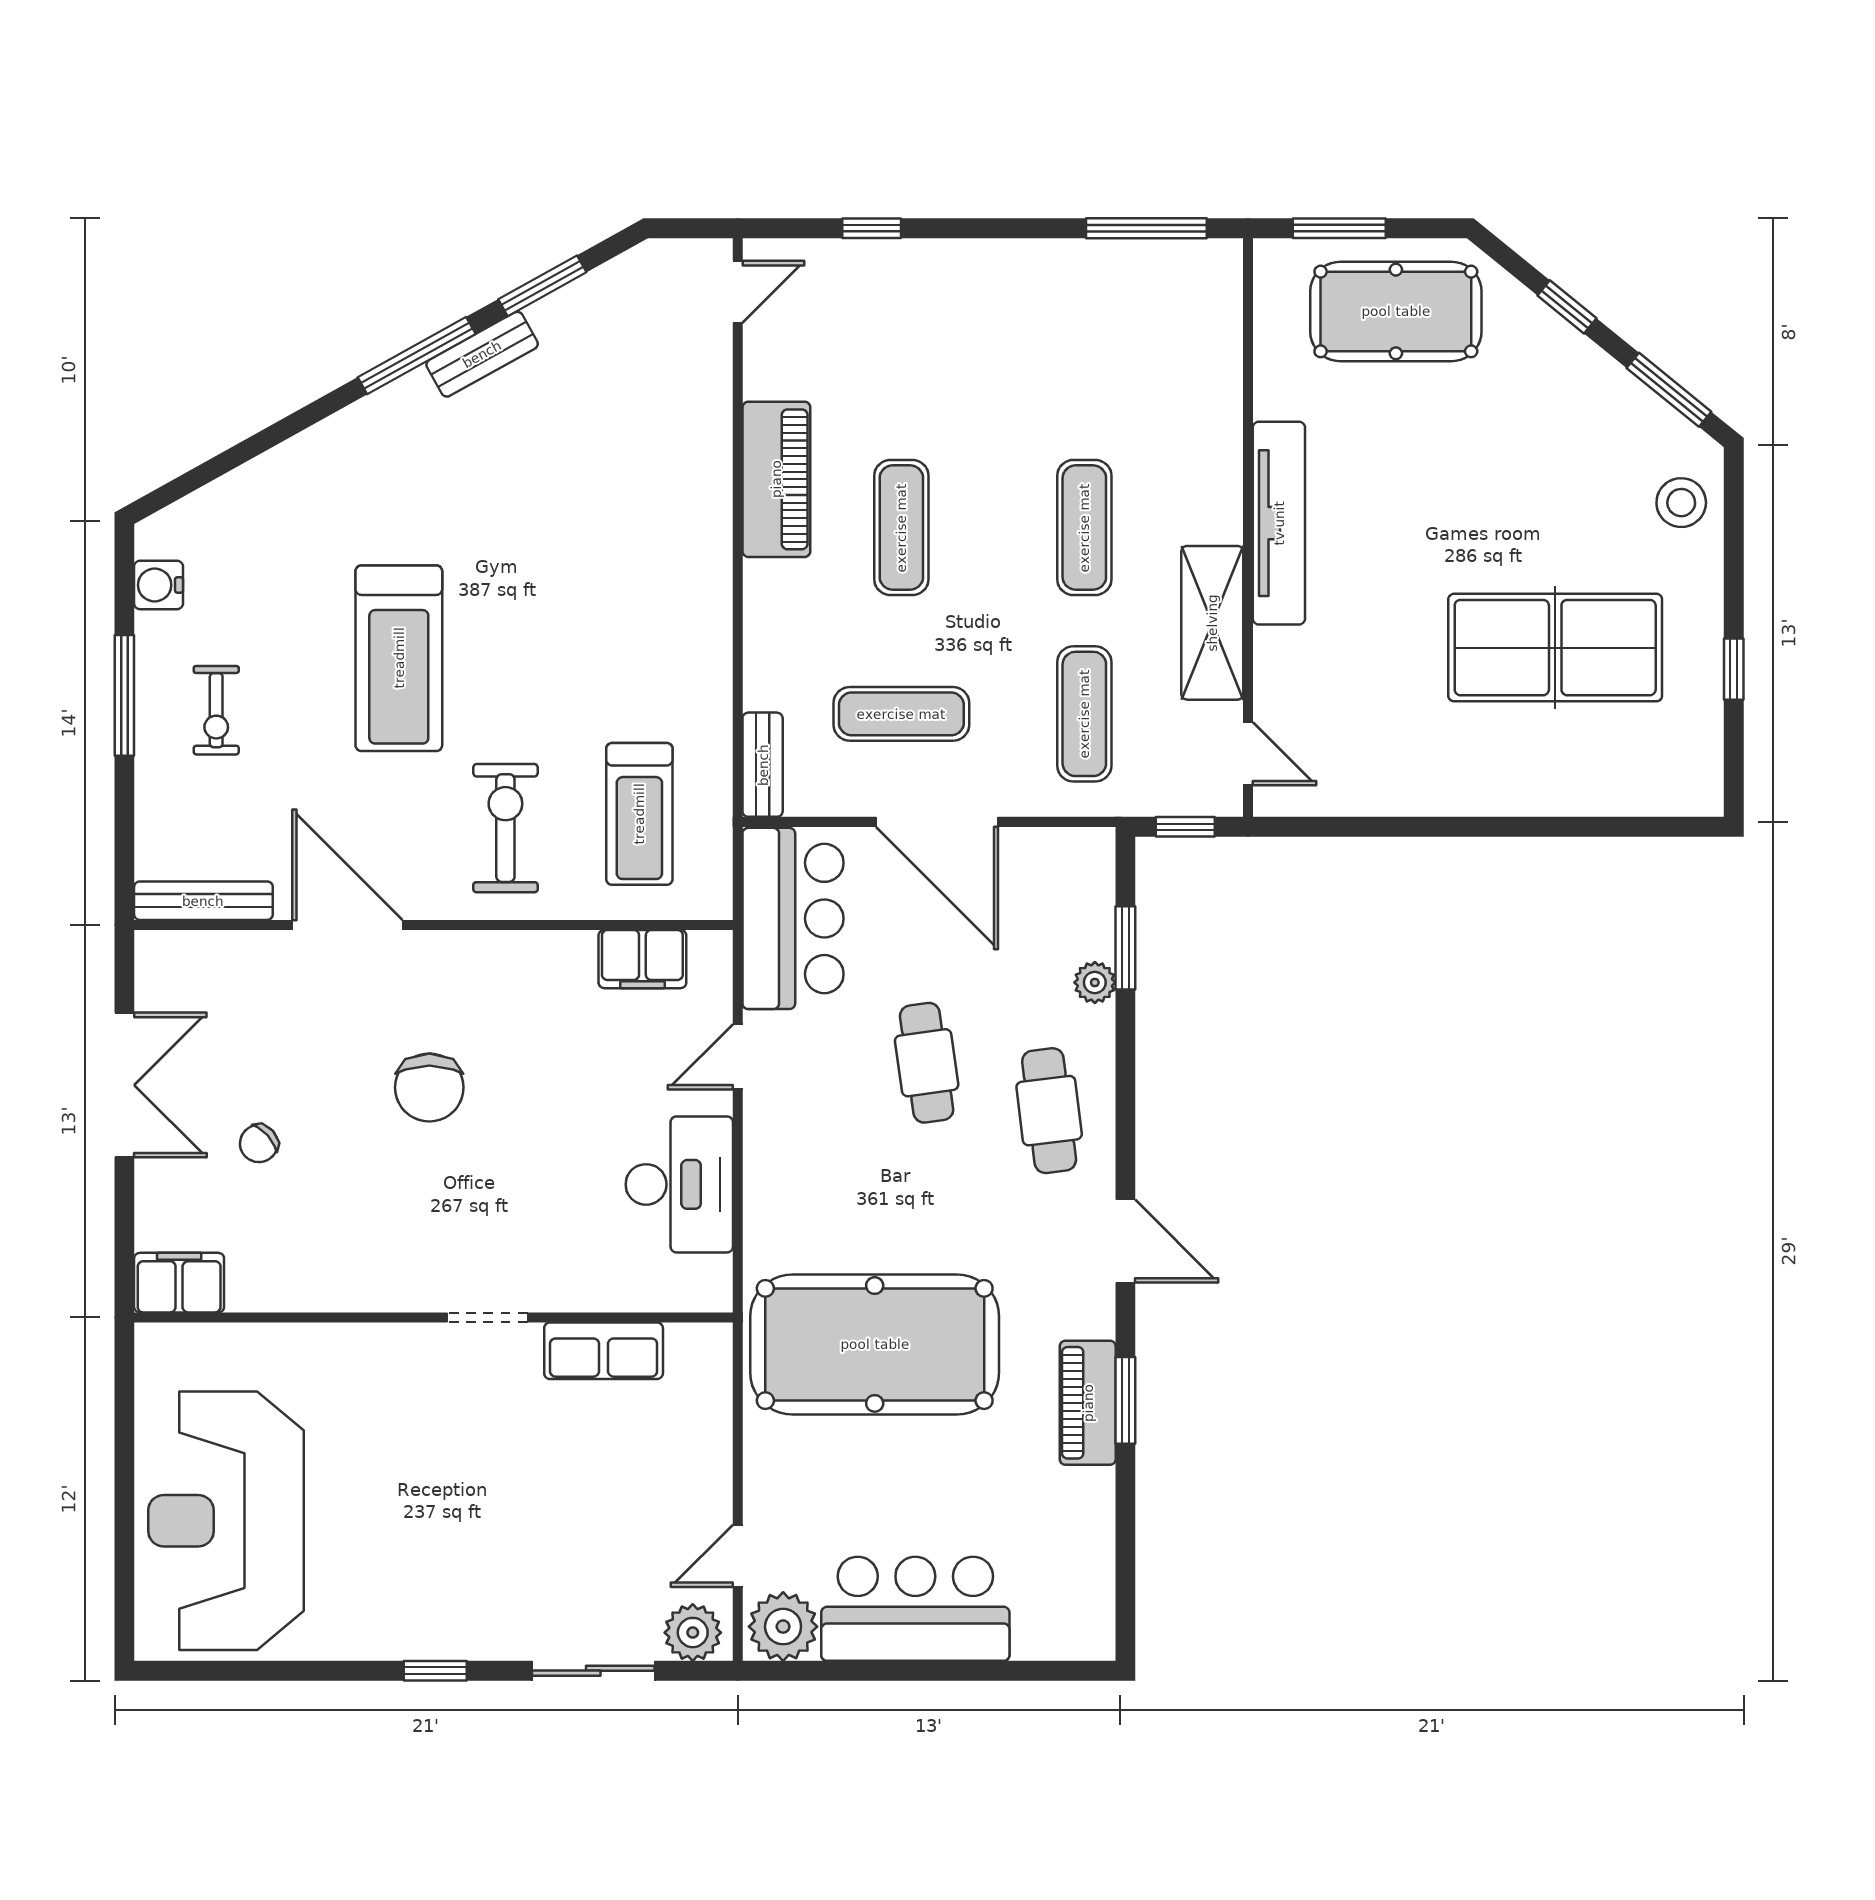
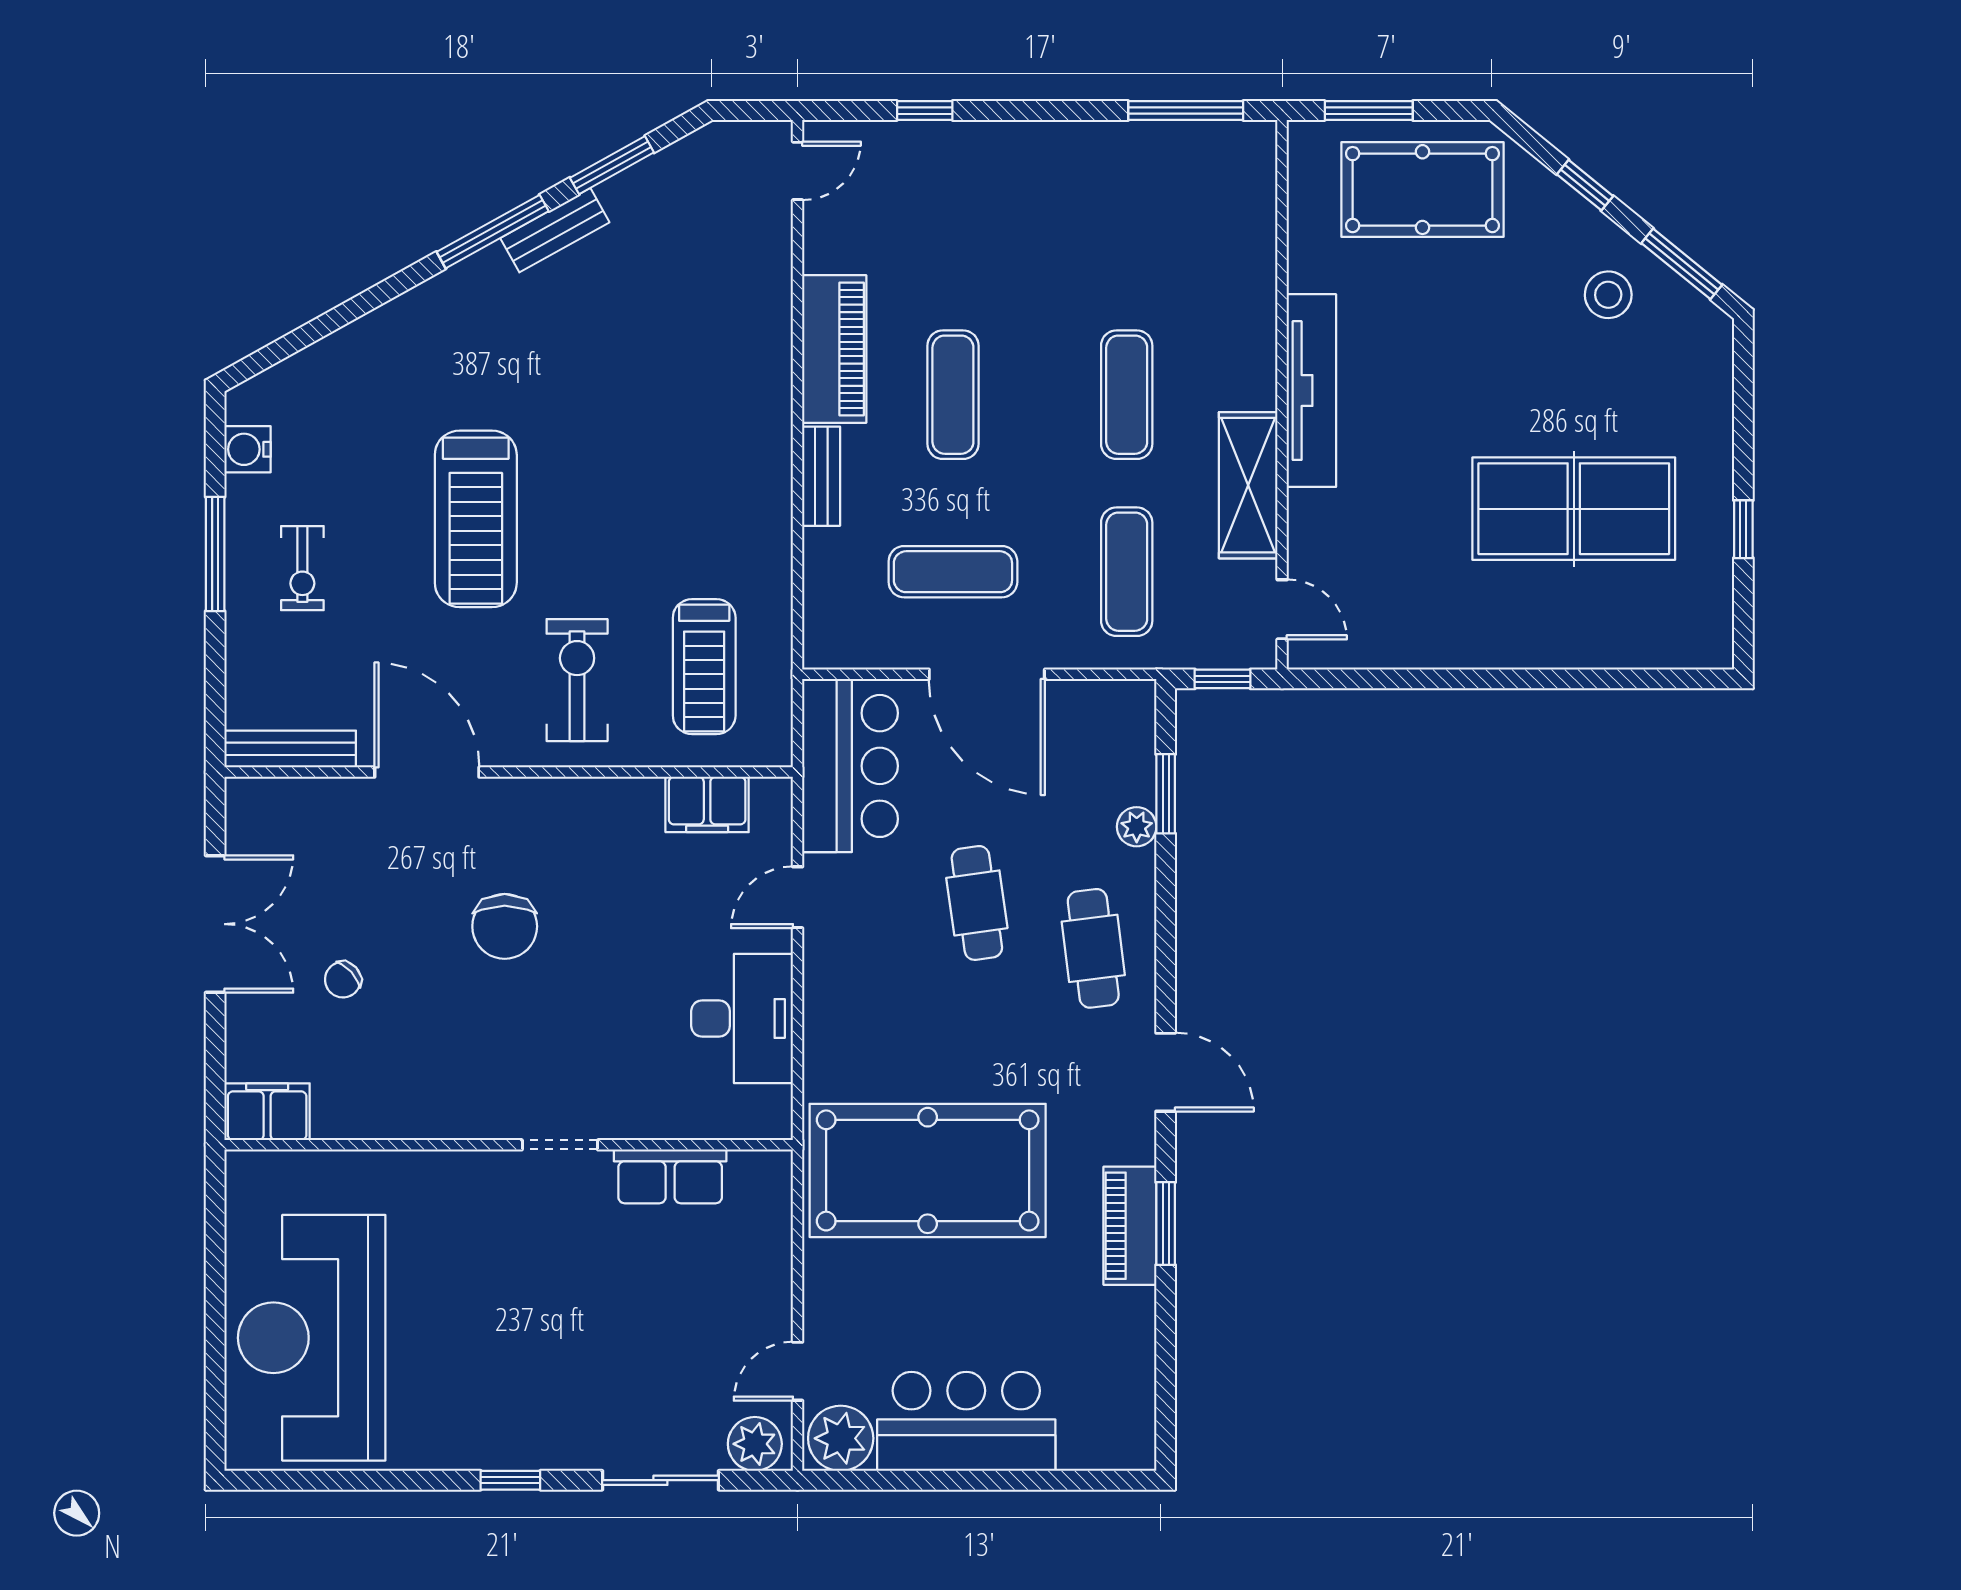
stool: (1681, 503) -> (1608, 295), moved
bench: (763, 765) -> (821, 476), moved

